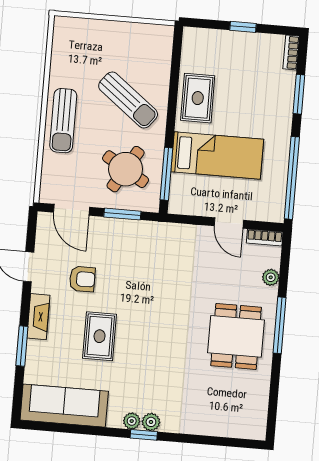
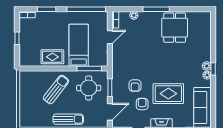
round table: (126, 169) -> (89, 88), turned -31
armchair: (122, 267) -> (135, 86), added
rug: (100, 336) -> (168, 94), width x1.36, depth x1.43
dining table: (236, 336) -> (175, 28), moved, turned 90

